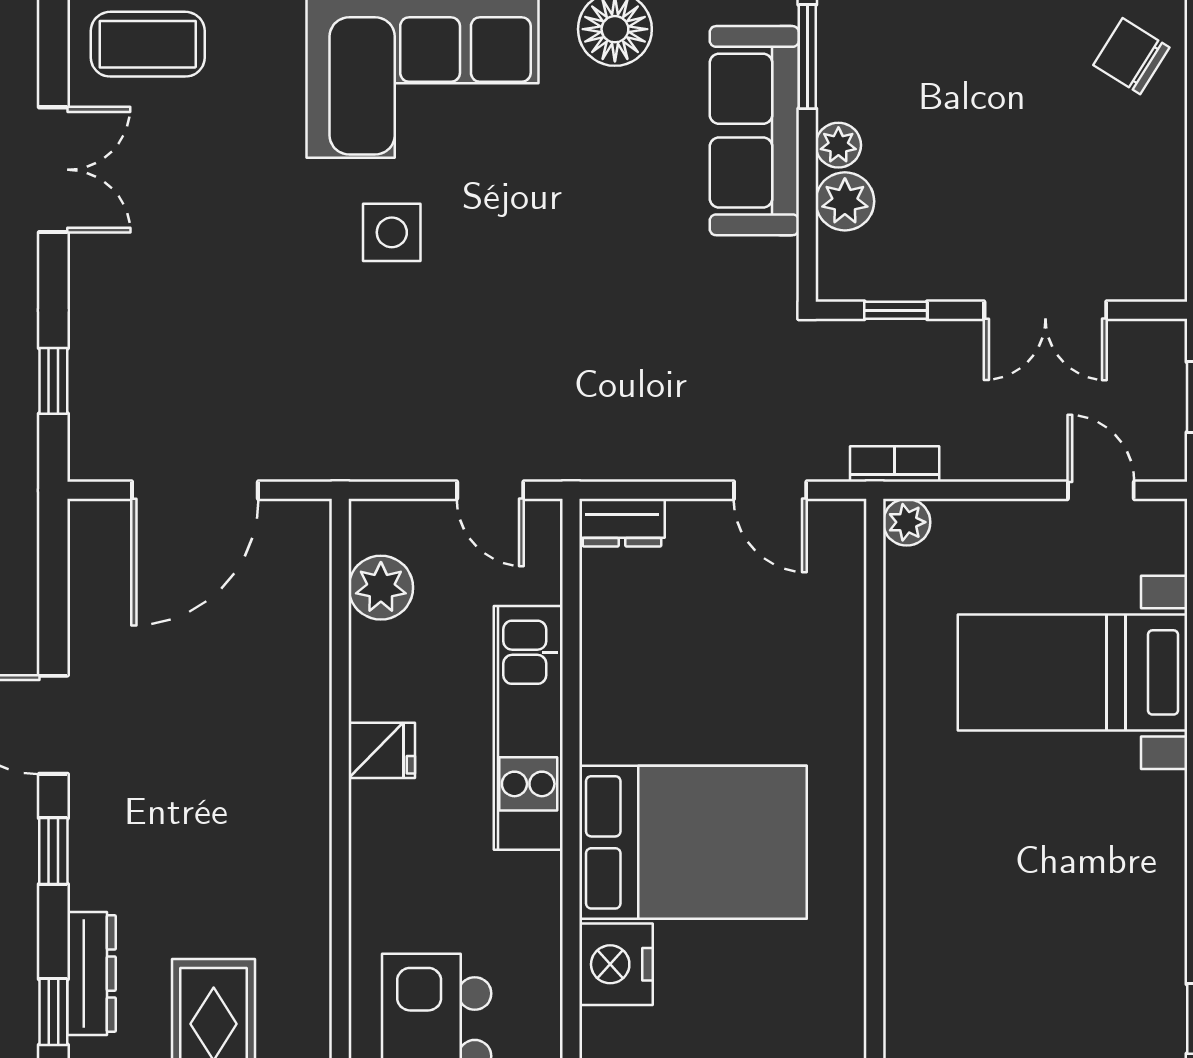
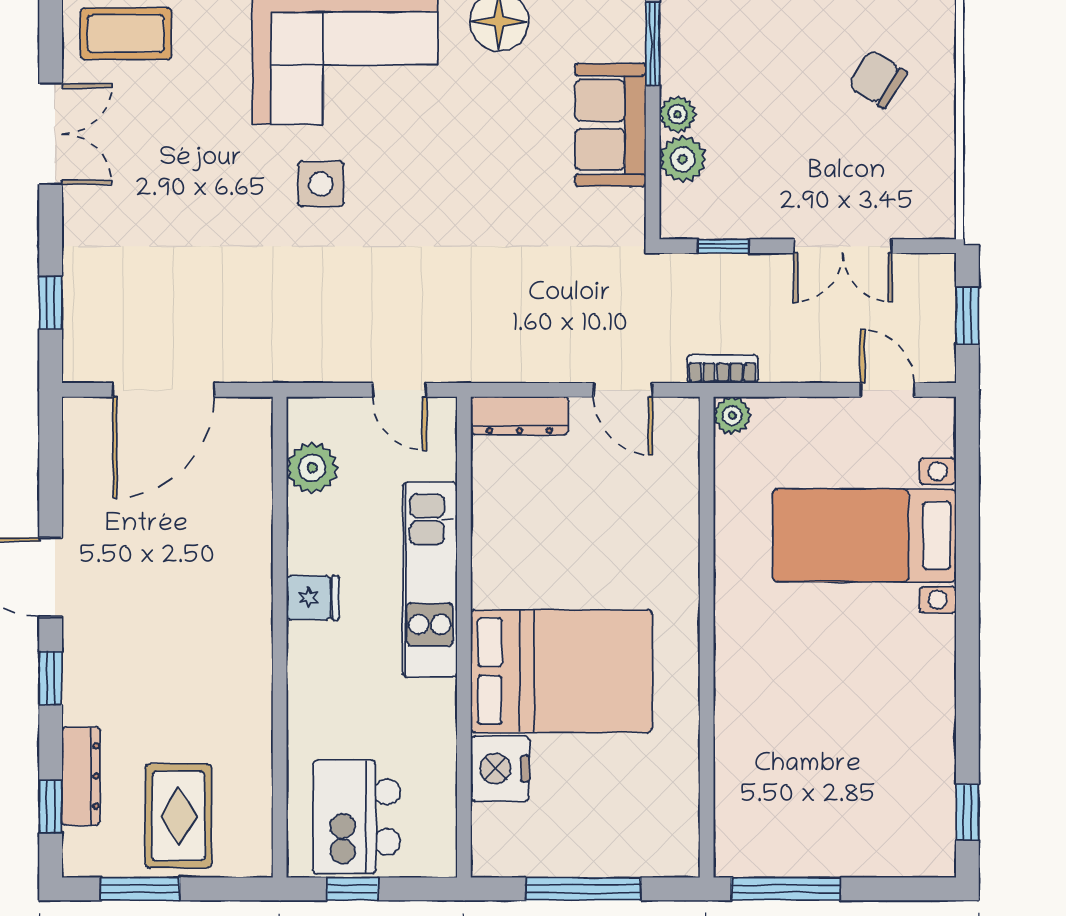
chair: (1131, 56) -> (877, 79), moved
sofa: (754, 131) -> (610, 125), width x0.73
dresser: (622, 523) -> (520, 416), width x1.44

